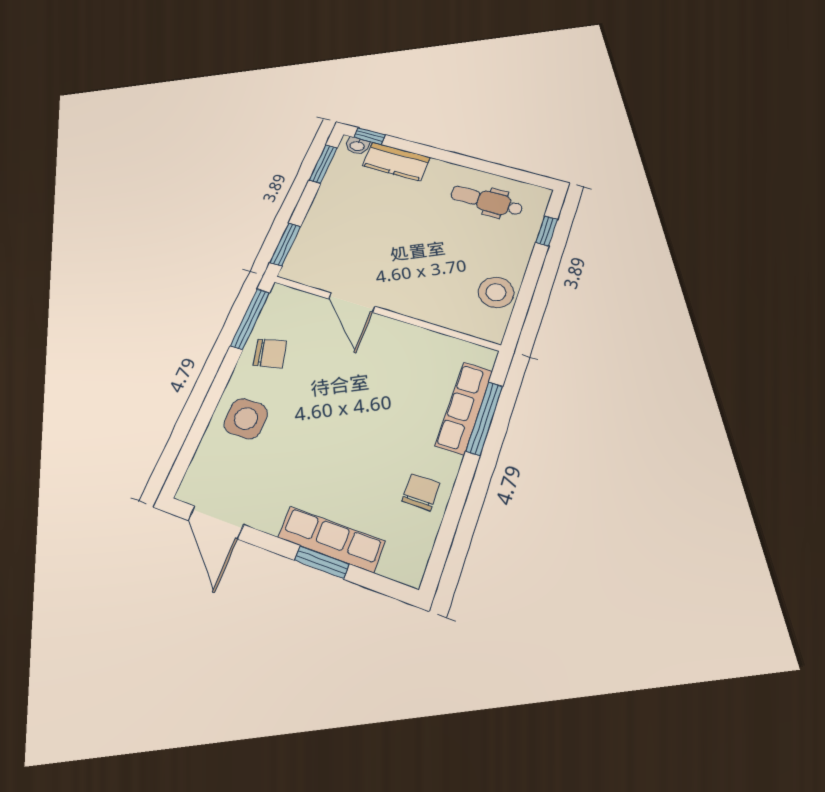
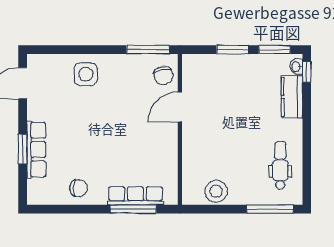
window: (547, 231) -> (270, 209), width x2.17
window: (285, 244) -> (232, 50), moved
chair: (270, 353) -> (164, 75), moved

